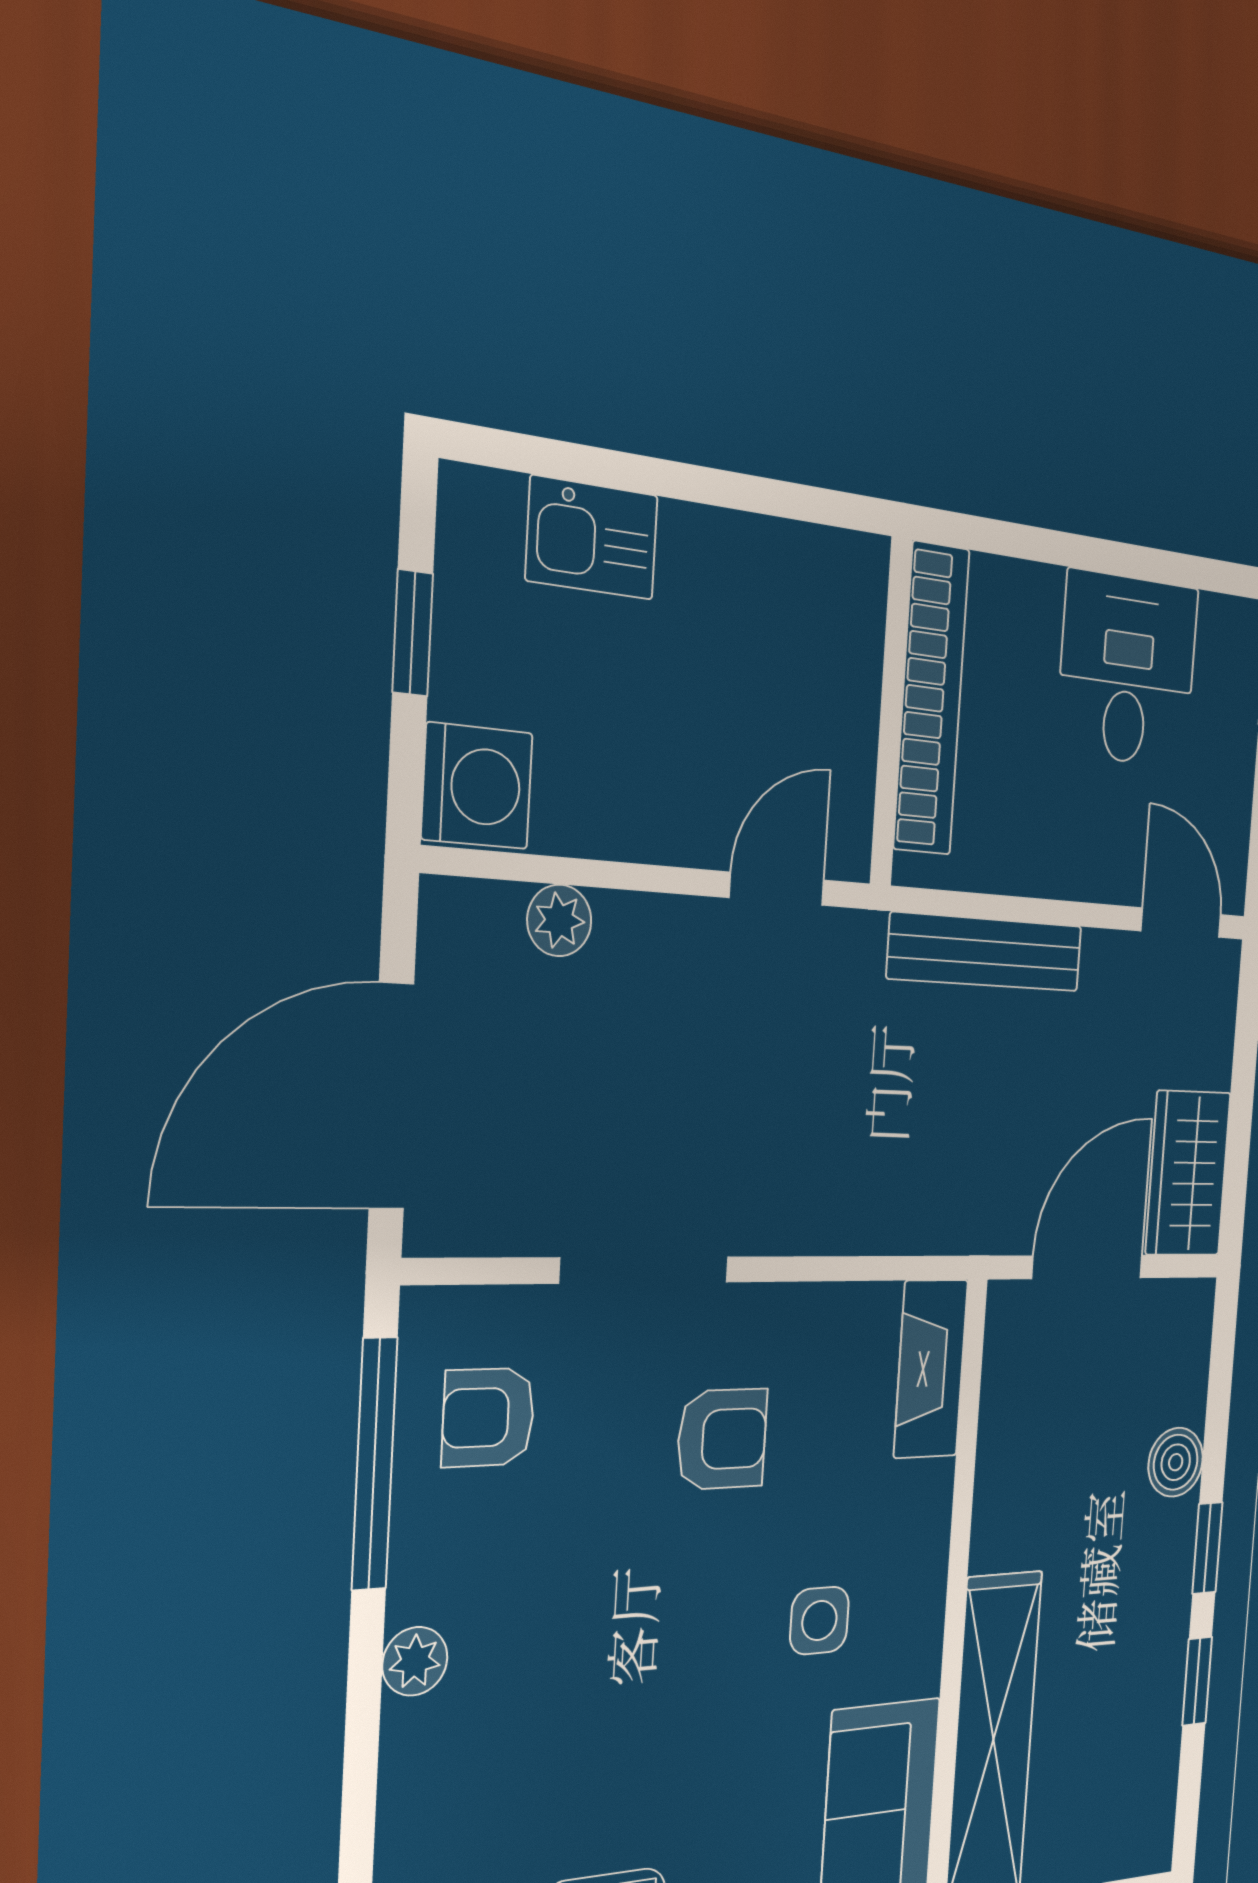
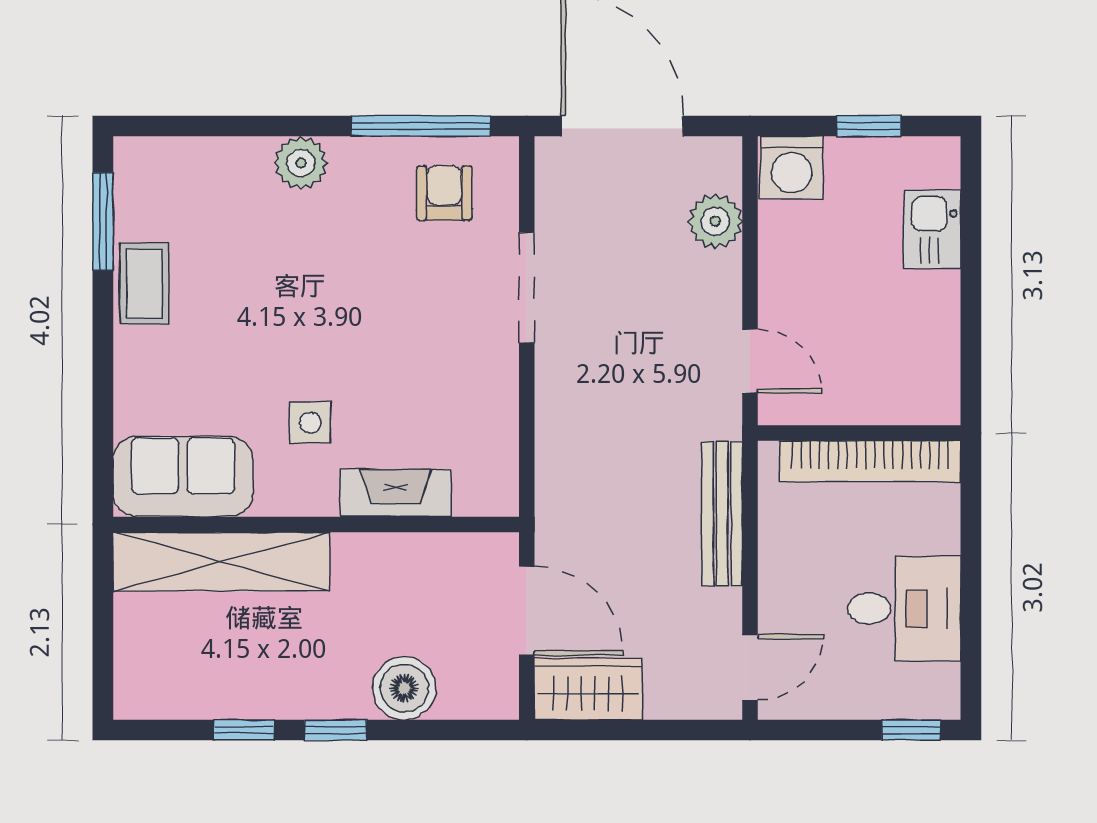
plant: (559, 920) -> (715, 221), width x1.38, depth x1.38
fireplace: (931, 1369) -> (396, 493), moved
armchair: (722, 1439) -> (426, 346), removed
boiler: (1176, 1462) -> (404, 688), width x1.36, depth x1.36
plant: (415, 1661) -> (301, 163), width x1.38, depth x1.38

